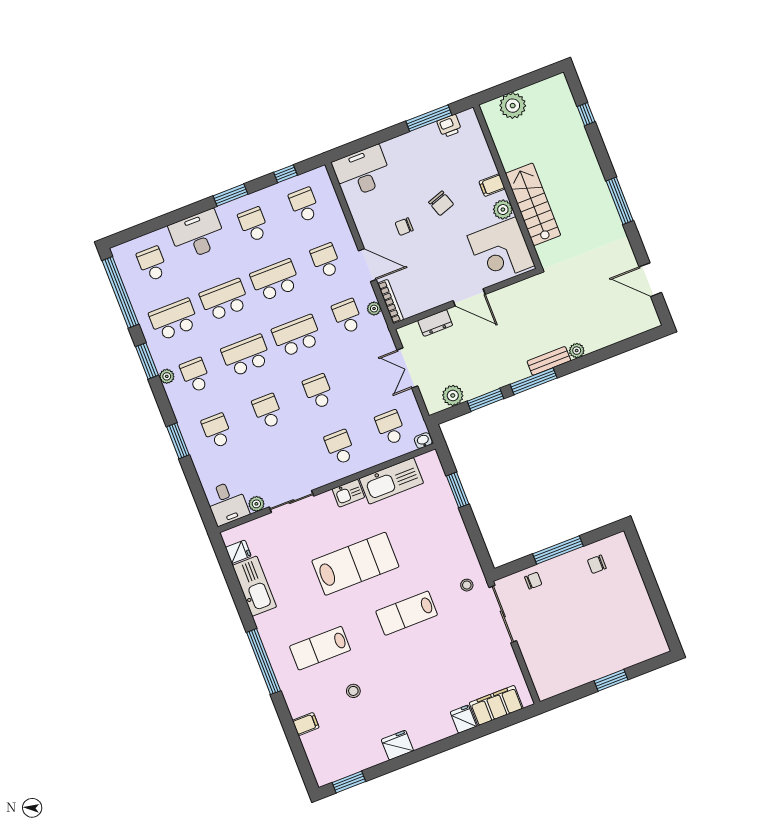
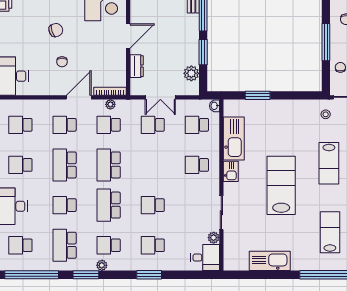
school desk: (224, 300) -> (65, 205), width x0.54
school desk: (318, 392) -> (153, 125), moved
fridge: (238, 552) -> (242, 263), removed
lab bench: (320, 648) -> (330, 232), turned 180

